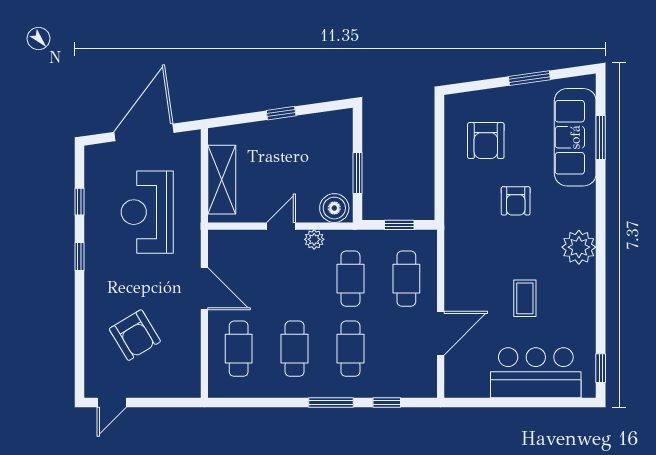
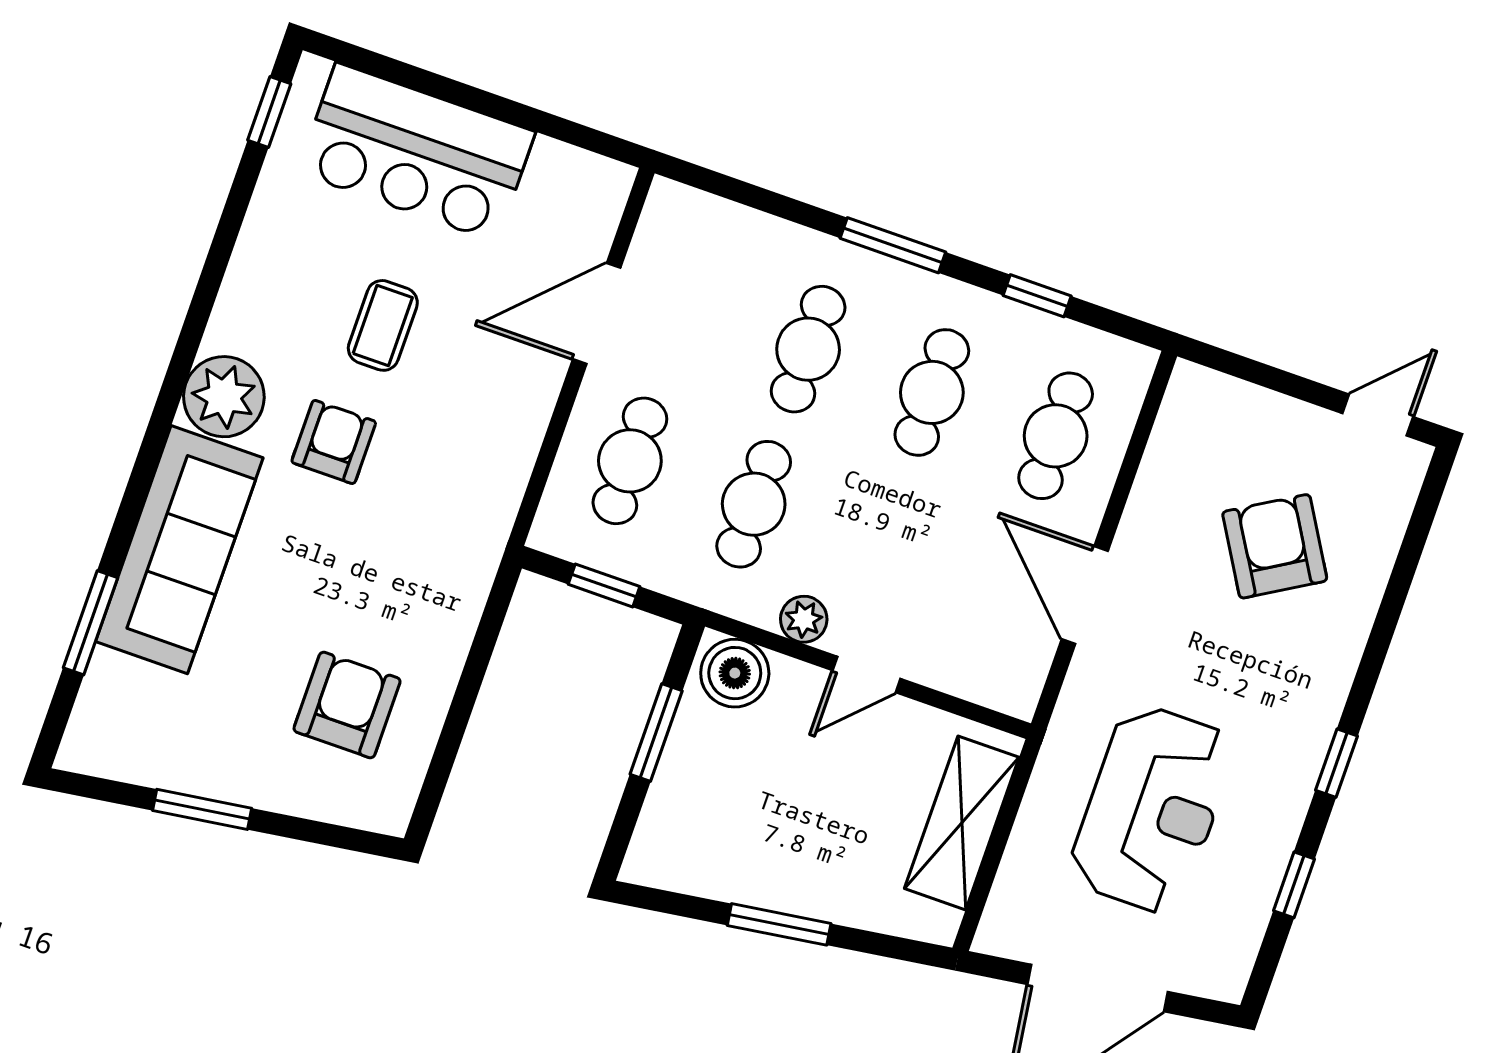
window: (281, 113) -> (779, 924), width x1.50
sofa: (575, 137) -> (179, 550), moved
armchair: (516, 201) -> (334, 442), moved
window: (387, 402) -> (1037, 296), moved

